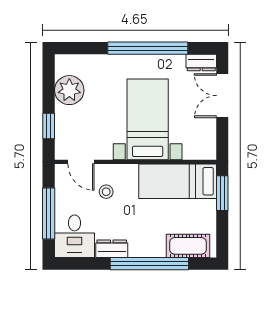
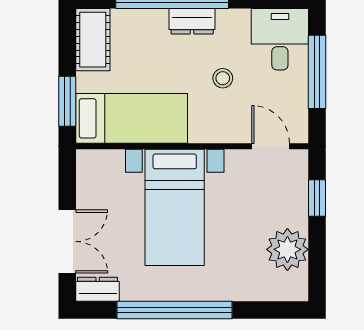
stool: (106, 192) -> (223, 78), moved
cot: (188, 246) -> (93, 40), moved, turned 90
dresser: (112, 249) -> (192, 21), moved

